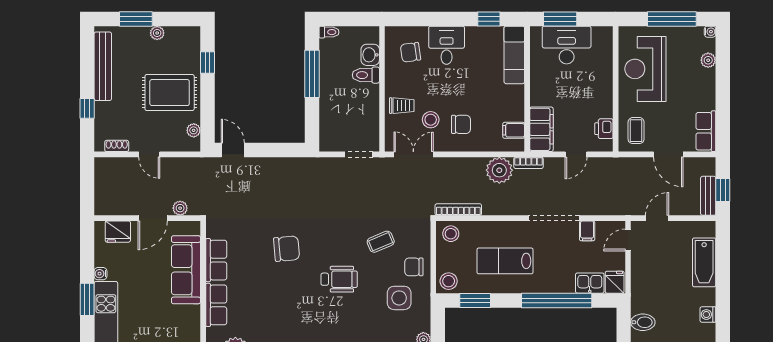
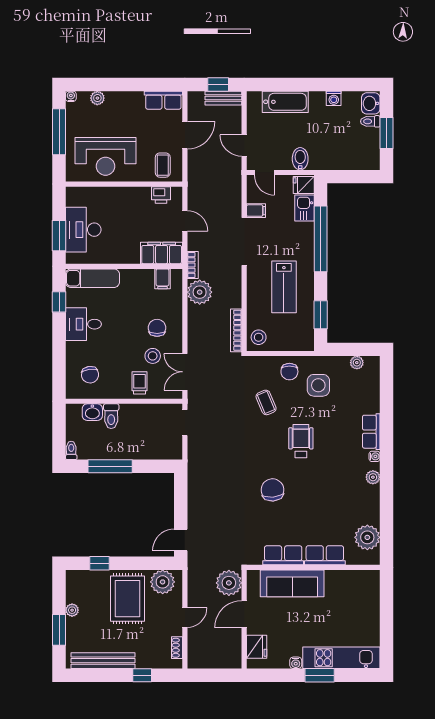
desk: (447, 45) -> (83, 324), moved
plant: (194, 130) -> (163, 582), width x1.88, depth x1.88
coffee table: (636, 131) -> (163, 165), turned 90
plant: (180, 208) -> (229, 583), width x1.87, depth x1.87
door: (153, 218) -> (244, 614), swing flipped
stool: (449, 281) -> (303, 339), removed
bidet: (643, 322) -> (300, 159), moved

